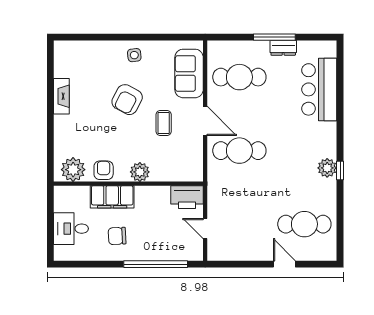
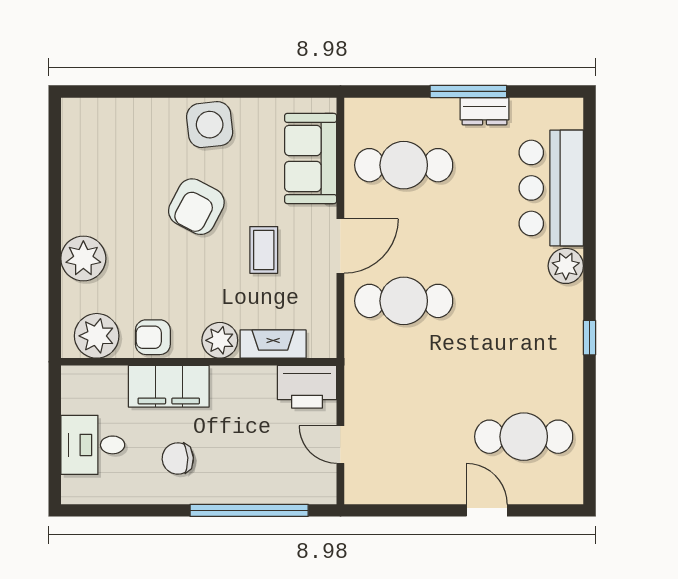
side table: (134, 55) -> (210, 125), width x1.87, depth x1.87
fireplace: (61, 96) -> (273, 344), moved, turned -90
door: (205, 121) -> (340, 246), hinge flipped
plant: (66, 128) -> (83, 258), added
plant: (327, 168) -> (566, 266), moved
armchair: (104, 170) -> (153, 337), turned -90

